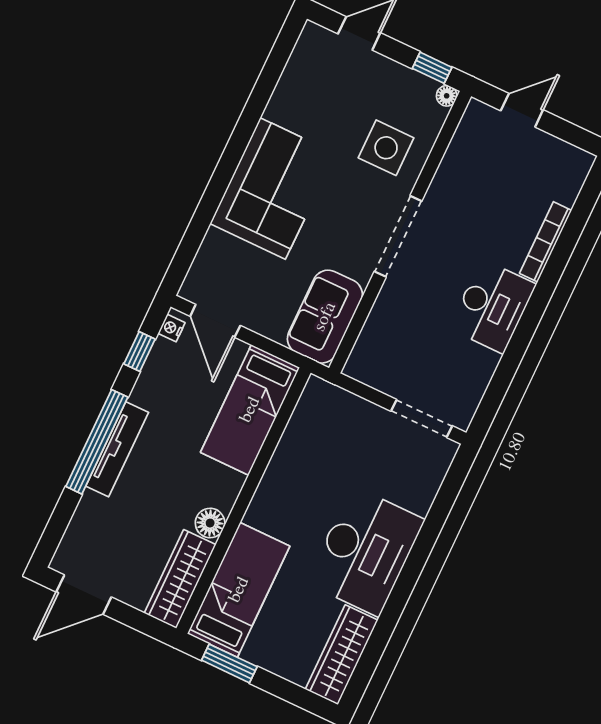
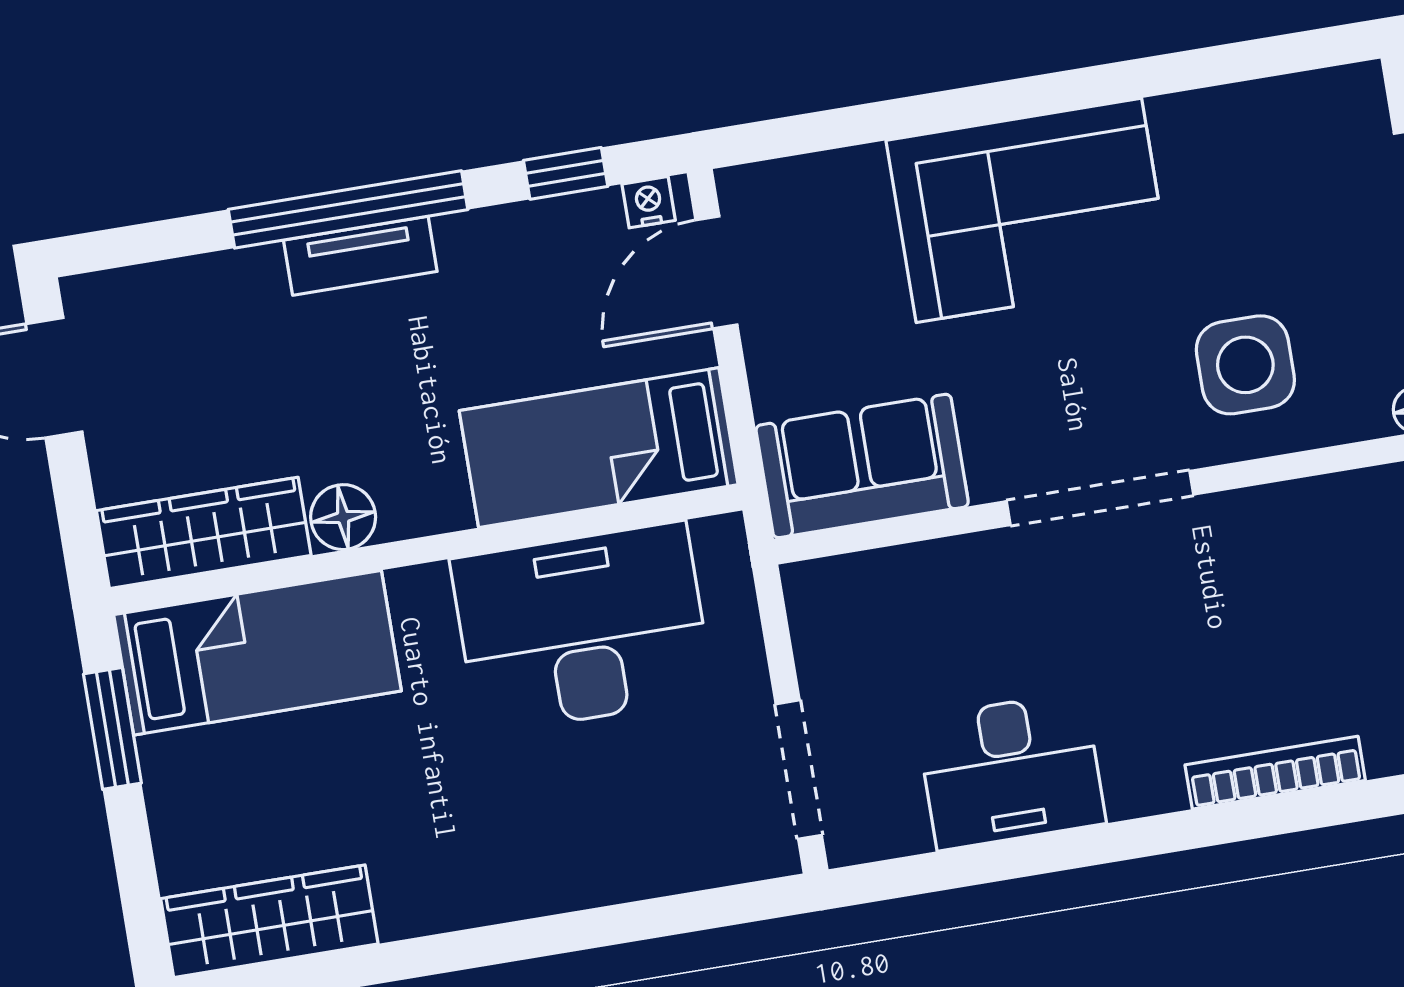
desk: (492, 306) -> (1011, 771), moved
tv unit: (117, 449) -> (360, 256), width x0.71
desk: (365, 551) -> (582, 628), moved, turned 180

